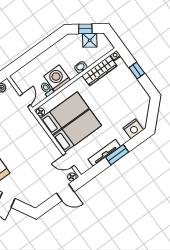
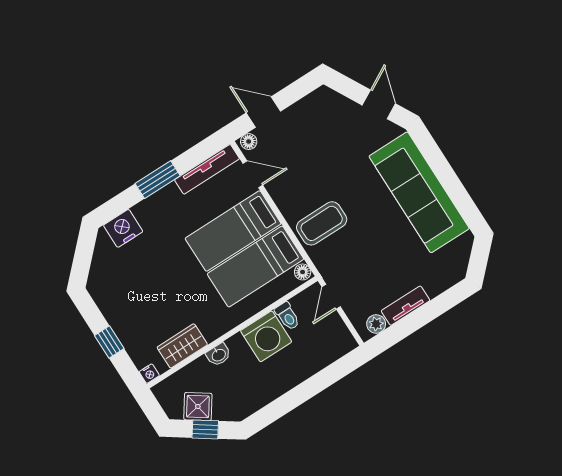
wardrobe: (100, 71) -> (182, 346), width x0.67
coffee table: (32, 137) -> (322, 223), added
tv unit: (104, 153) -> (207, 169), moved

